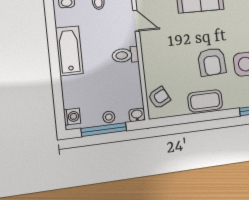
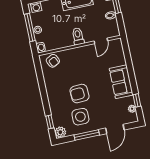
coffee table: (205, 101) -> (54, 91), removed

